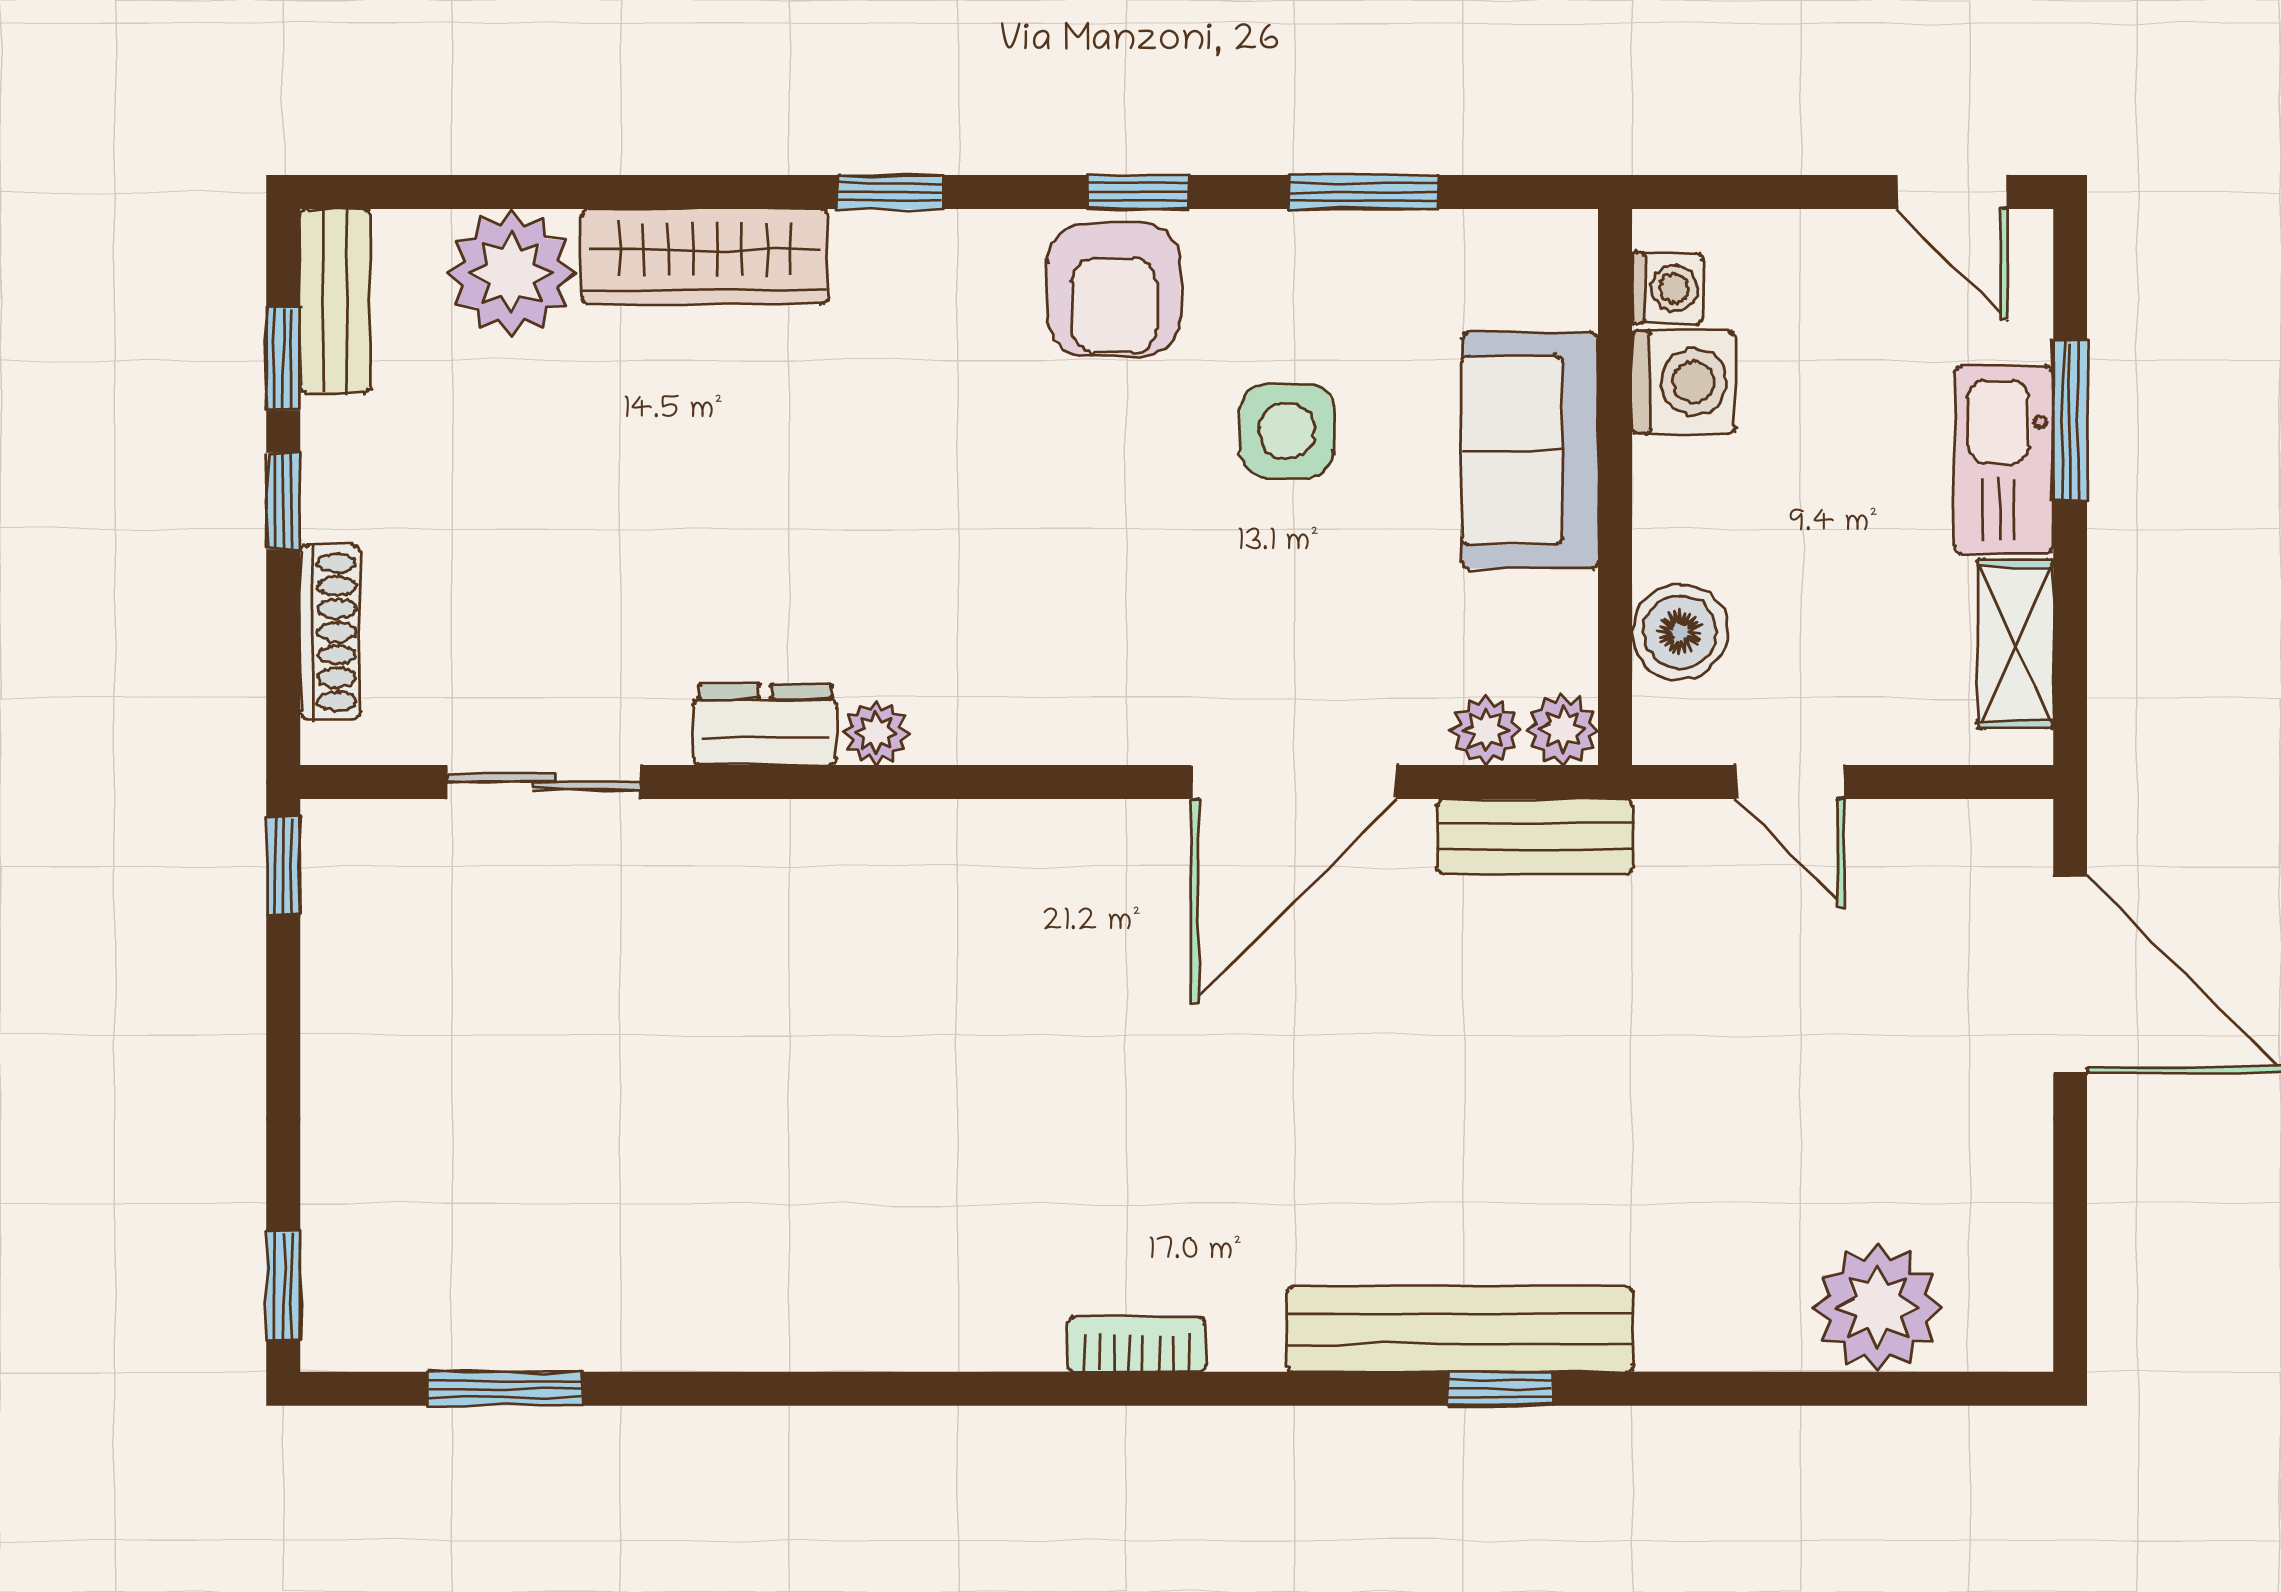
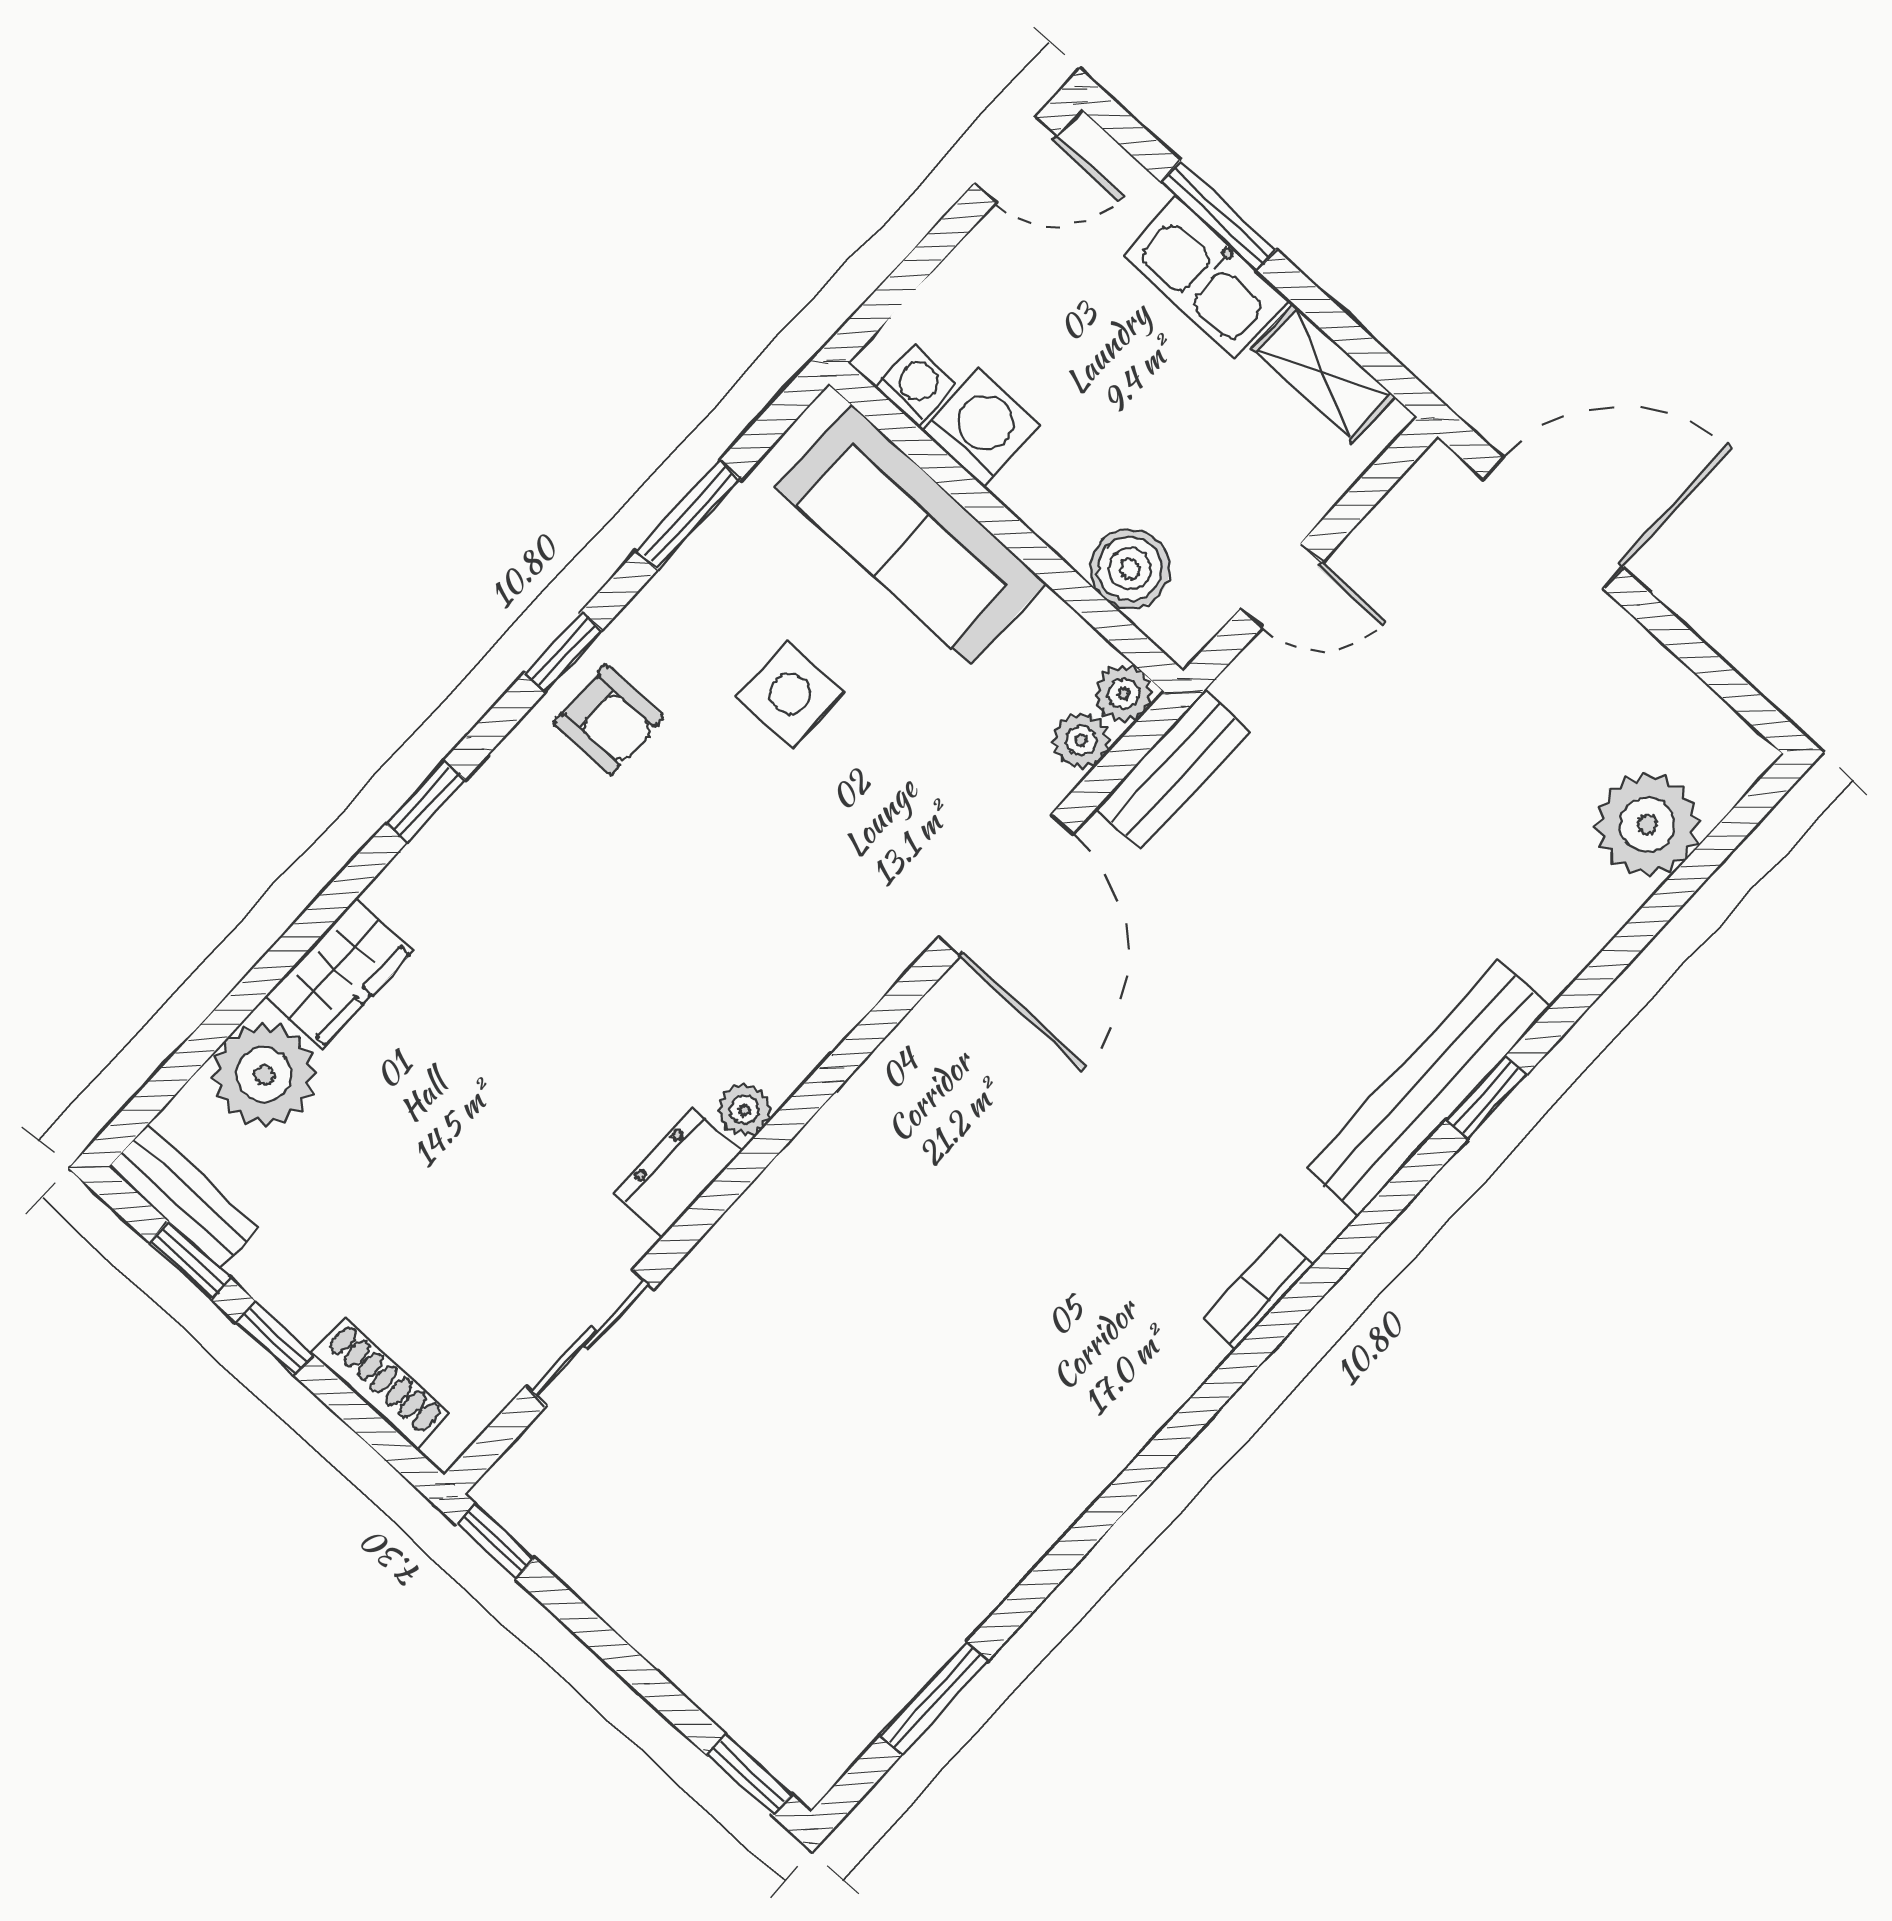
wardrobe: (705, 256) -> (339, 973), width x0.67
armchair: (1114, 289) -> (609, 720), width x0.72, depth x0.72
sofa: (1530, 450) -> (911, 535), width x1.36

